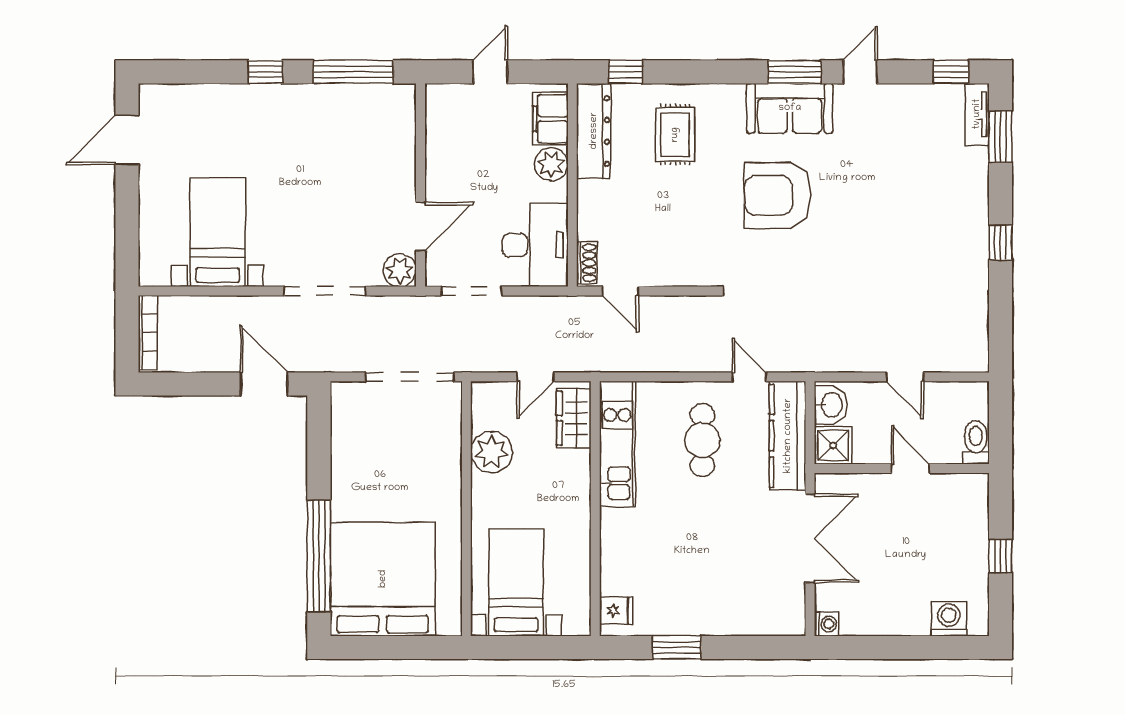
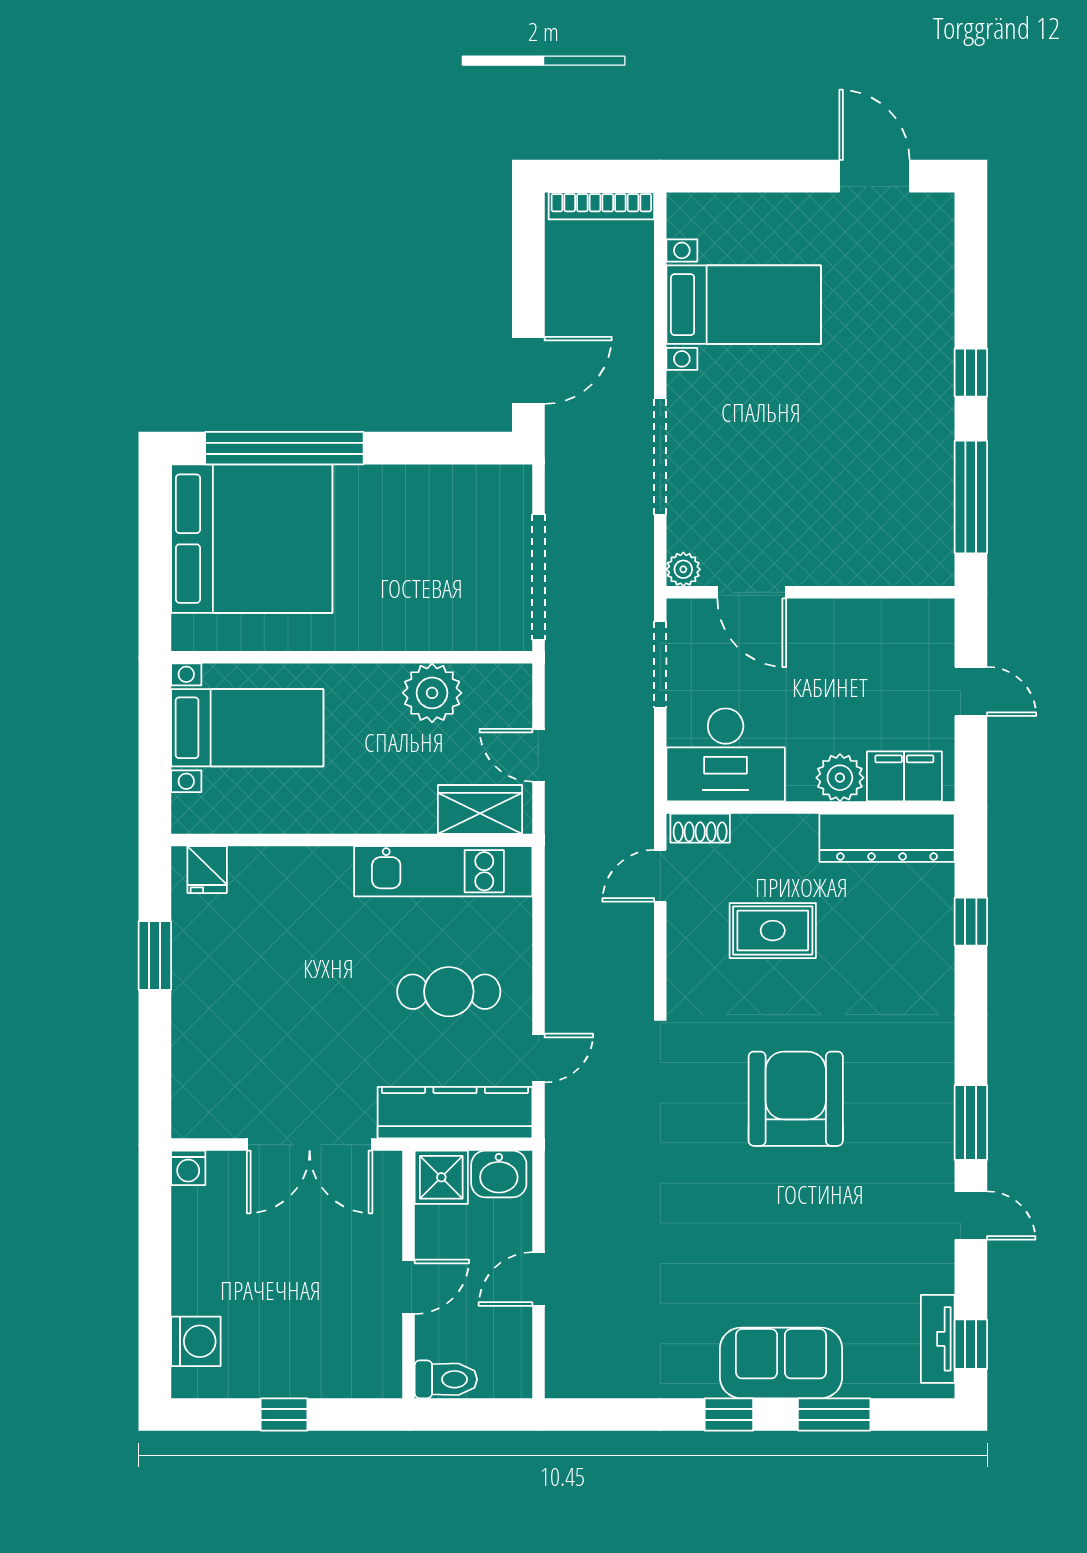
window: (626, 72) -> (971, 922), moved
sofa: (790, 108) -> (781, 1363), moved, turned 90
tv unit: (977, 114) -> (938, 1339), moved, turned -90
rug: (675, 135) -> (773, 931), moved
window: (1000, 137) -> (834, 1415), moved
plant: (400, 270) -> (683, 569), width x0.73, depth x0.73

